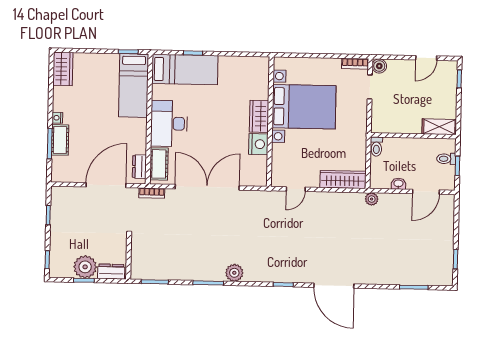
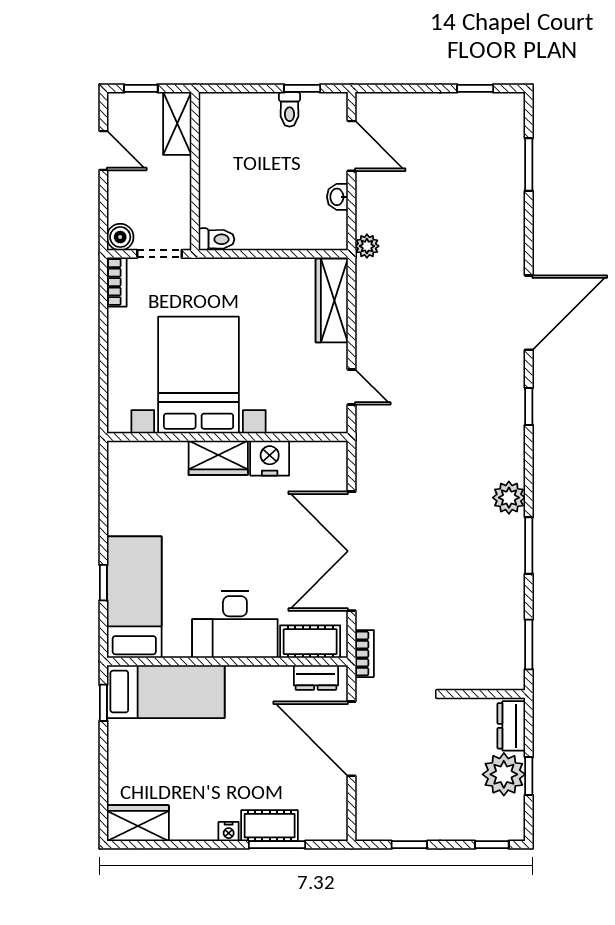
shelving: (439, 127) -> (177, 123), moved
wall: (413, 136) -> (195, 171), moved
toilet: (376, 147) -> (216, 239), moved

